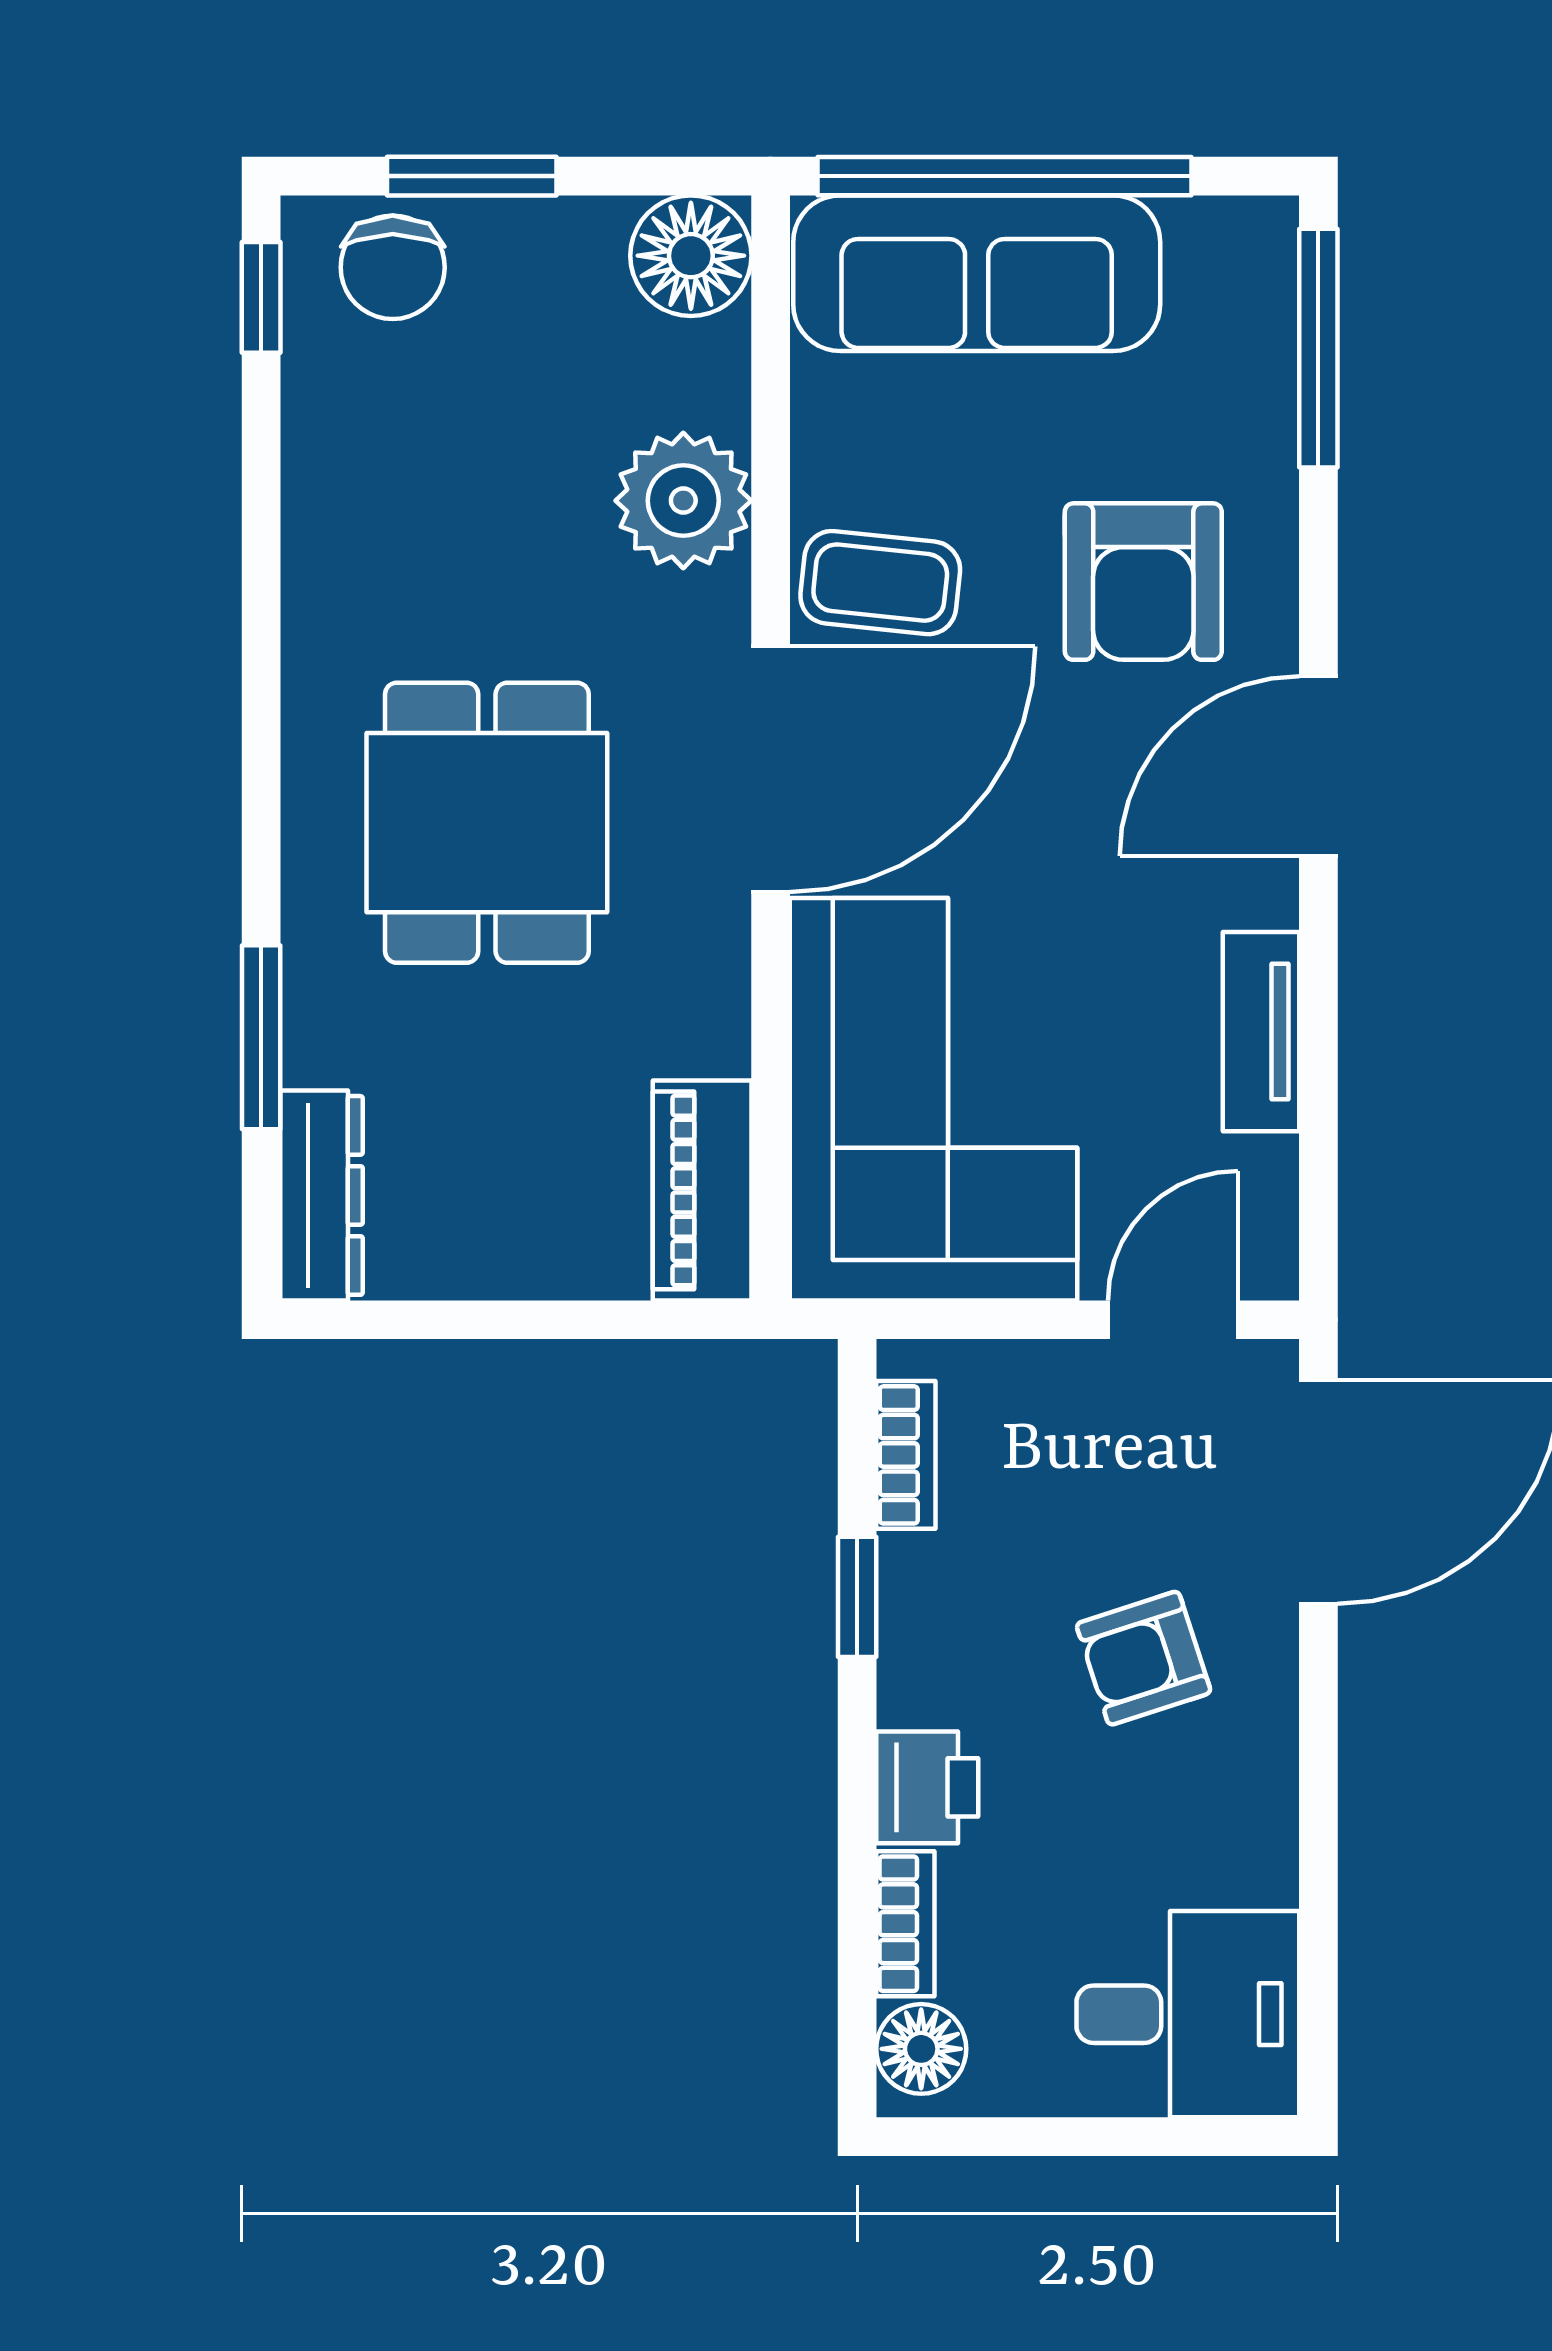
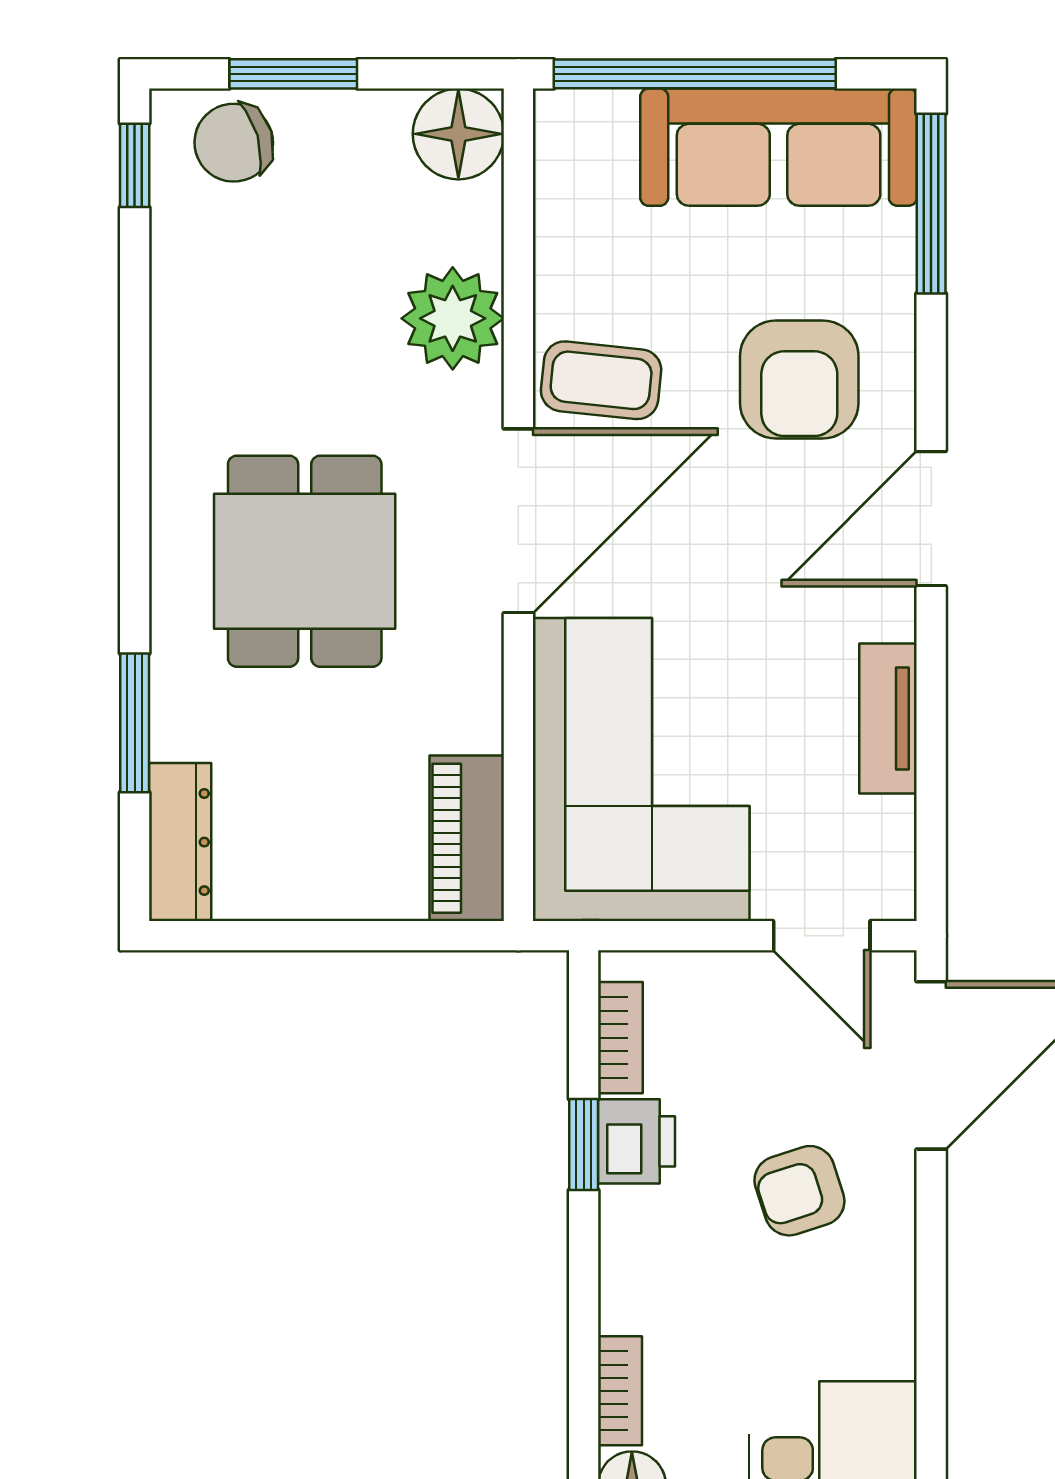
chair: (393, 267) -> (234, 143), turned 74
sofa: (977, 273) -> (779, 147), moved
door: (1173, 1320) -> (822, 936), swing flipped
printer: (927, 1787) -> (636, 1141), moved

